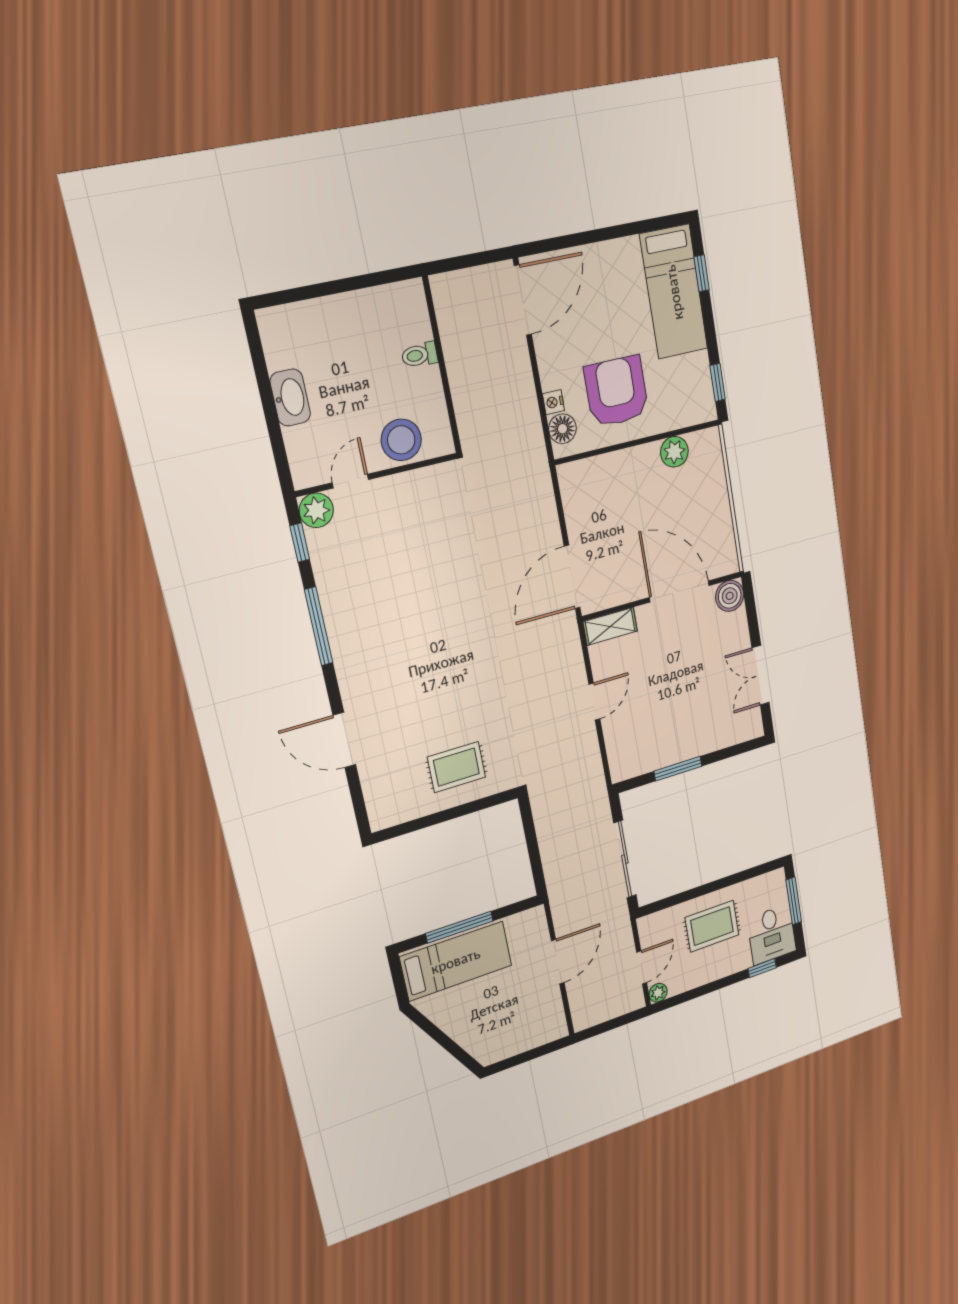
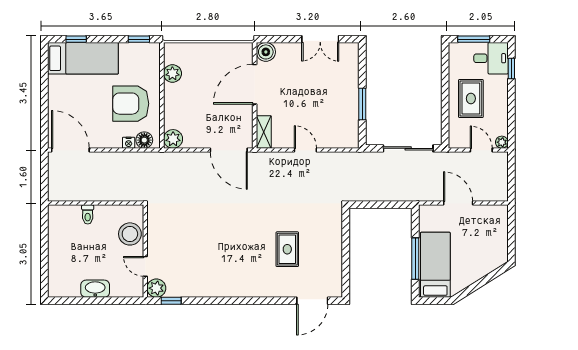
plant: (573, 478) -> (173, 139), added
window: (319, 626) -> (218, 301), removed
door: (344, 740) -> (312, 301), moved
rug: (456, 767) -> (287, 249), moved

